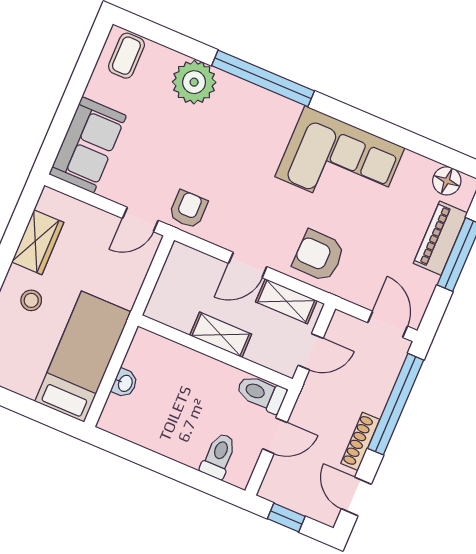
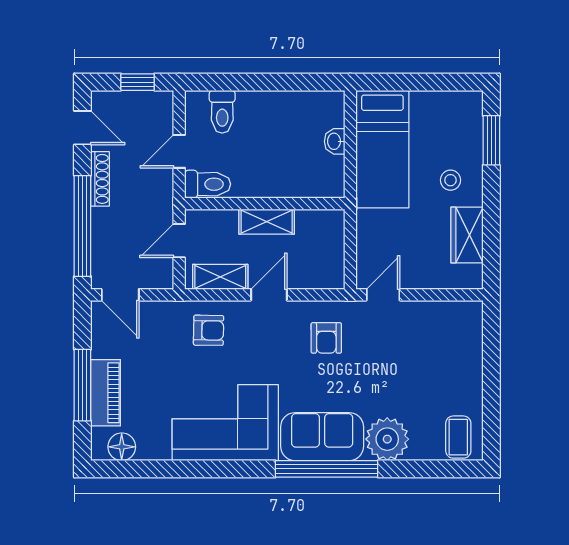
sofa: (88, 145) -> (322, 437), moved, turned 90
armchair: (188, 209) -> (326, 338), moved
armchair: (319, 256) -> (209, 330), width x0.72, depth x0.72

